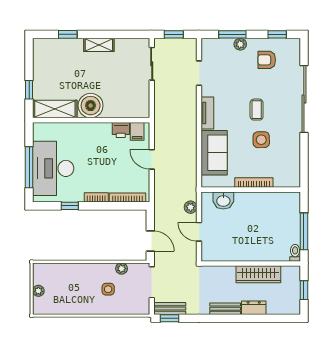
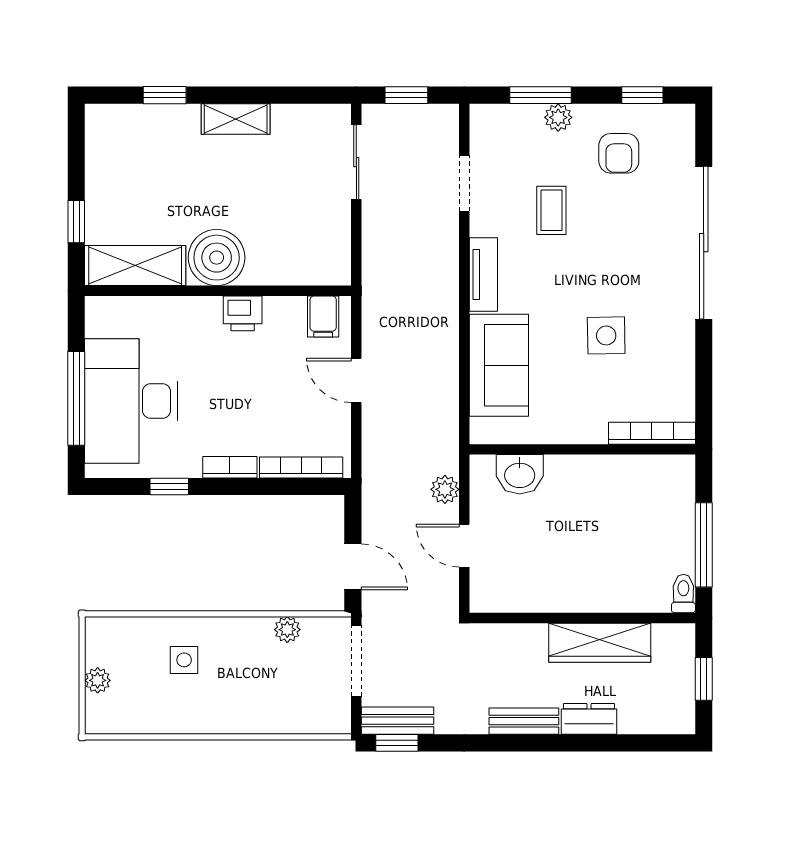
armchair: (267, 60) -> (619, 153), turned -90
coffee table: (257, 110) -> (551, 210), moved
printer: (121, 130) -> (243, 313), moved
bookcase: (254, 183) -> (652, 433), moved
side table: (108, 289) -> (184, 660), moved

